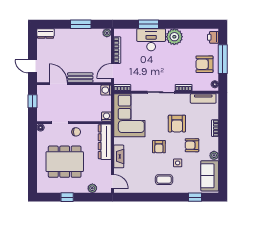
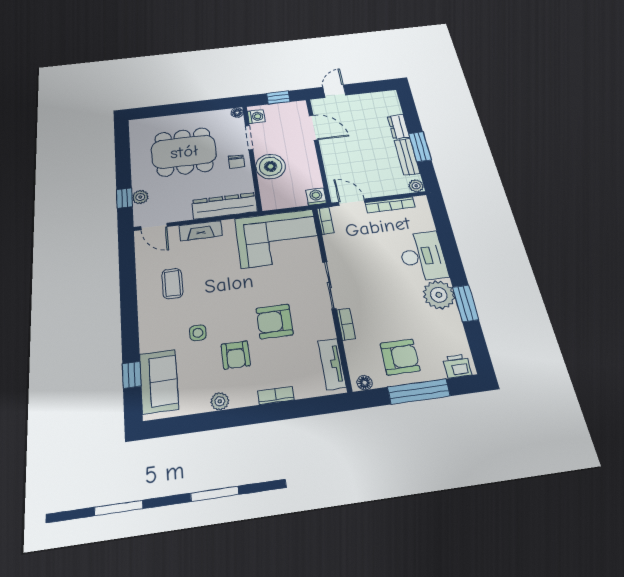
window: (149, 24) -> (466, 303), moved
dresser: (46, 33) -> (398, 127), moved
armchair: (204, 64) -> (400, 357), turned 90
bench: (80, 78) -> (407, 157), moved
door: (58, 84) -> (314, 128), hinge flipped
boiler: (82, 113) -> (271, 166), added
washing machine: (106, 117) -> (256, 117), moved
armchair: (192, 145) -> (236, 355), turned 180
armchair: (159, 147) -> (226, 295), removed
dining table: (65, 162) -> (184, 152), turned 90
sofa: (210, 176) -> (159, 381), moved, turned 90
coffee table: (164, 180) -> (172, 284), moved
door: (113, 182) -> (154, 227), hinge flipped
window: (67, 197) -> (124, 198), moved

